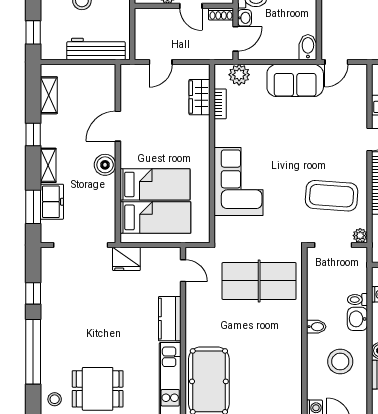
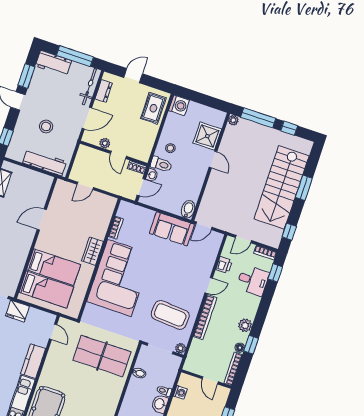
plant: (239, 75) -> (135, 212), removed
wardrobe: (200, 97) -> (92, 251), moved
boiler: (105, 165) -> (24, 243), removed
corner sofa: (238, 182) -> (119, 278), width x1.36, depth x1.36
bidet: (316, 327) -> (139, 373), moved

